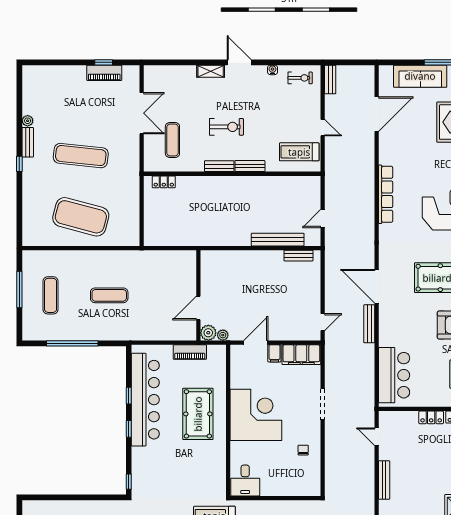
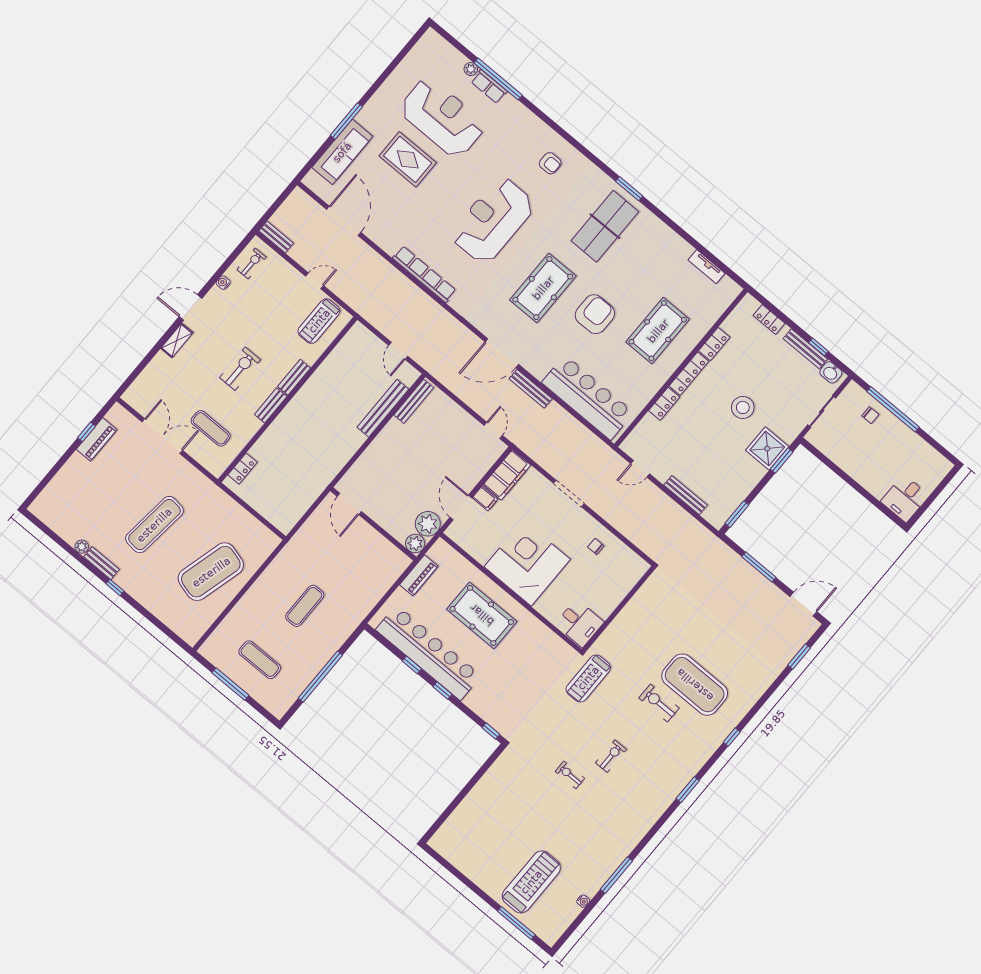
bench: (299, 256) -> (414, 401), width x1.36
door: (198, 308) -> (349, 504), moved
plant: (223, 335) -> (428, 524), width x1.88, depth x1.88
bar counter: (394, 375) -> (588, 398), width x1.36

